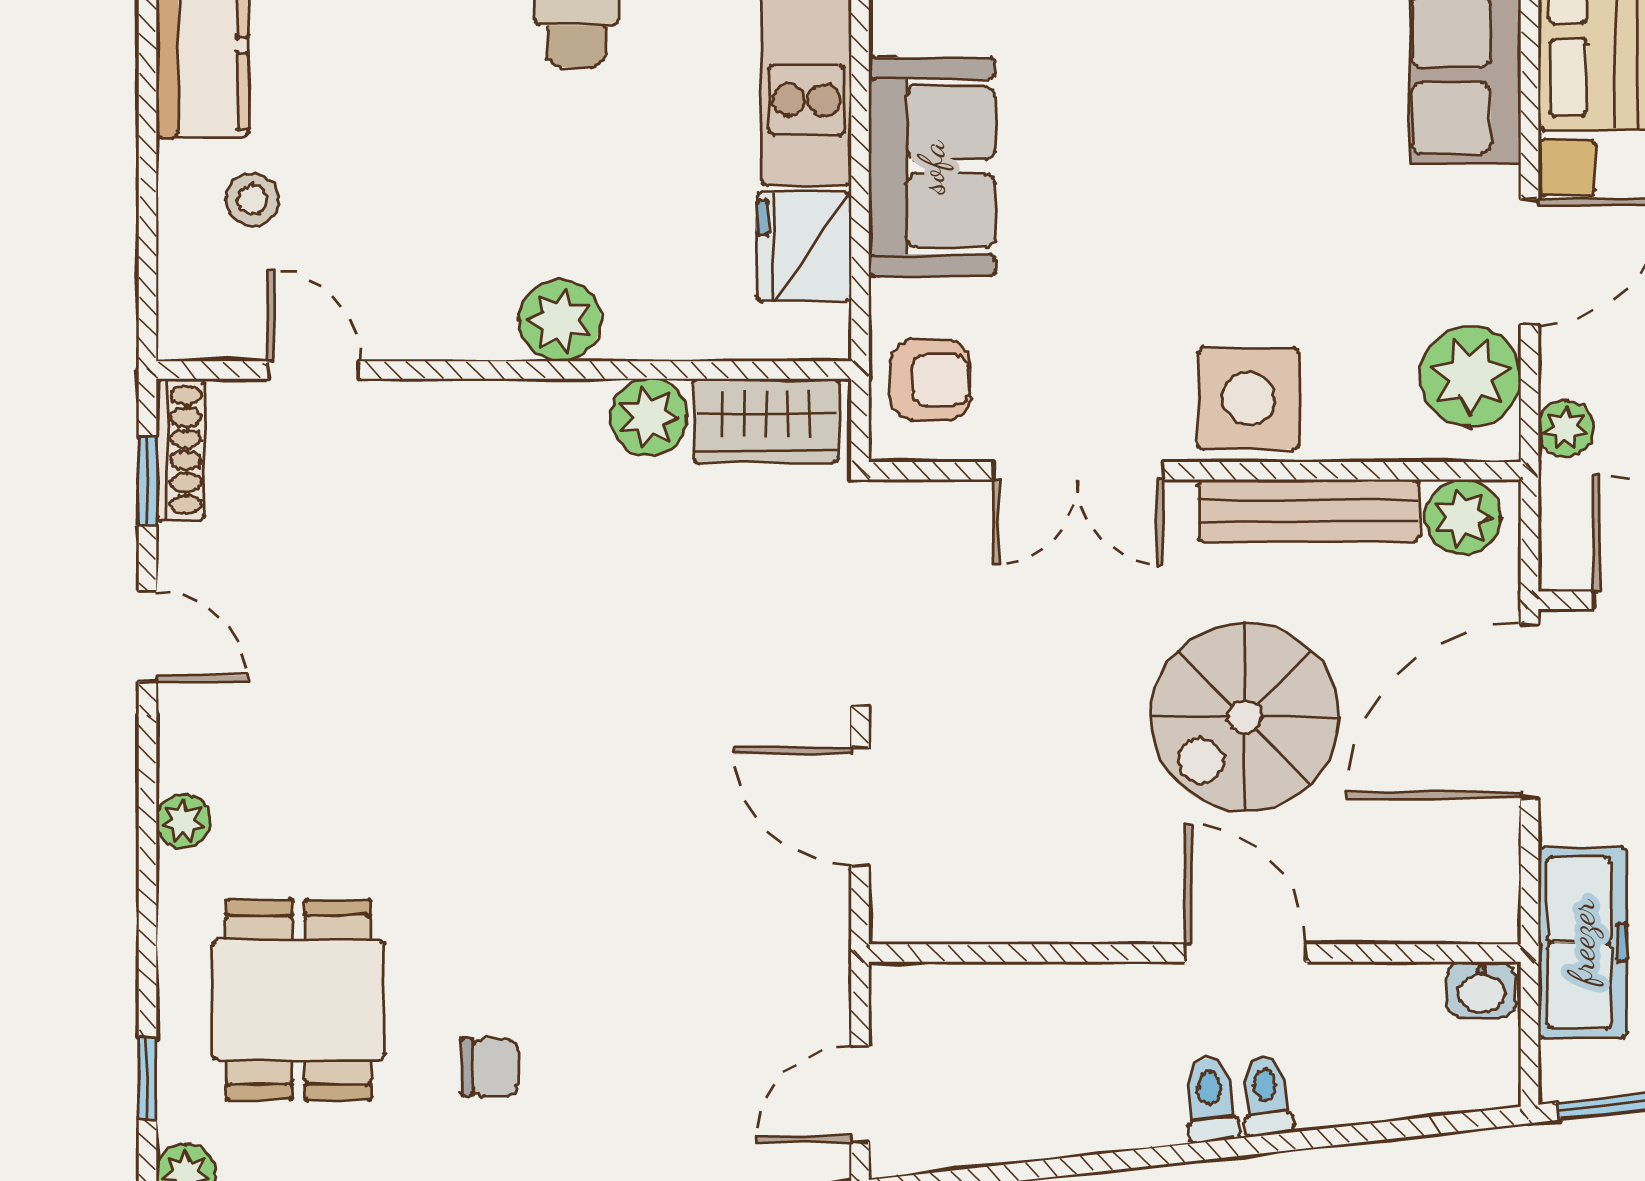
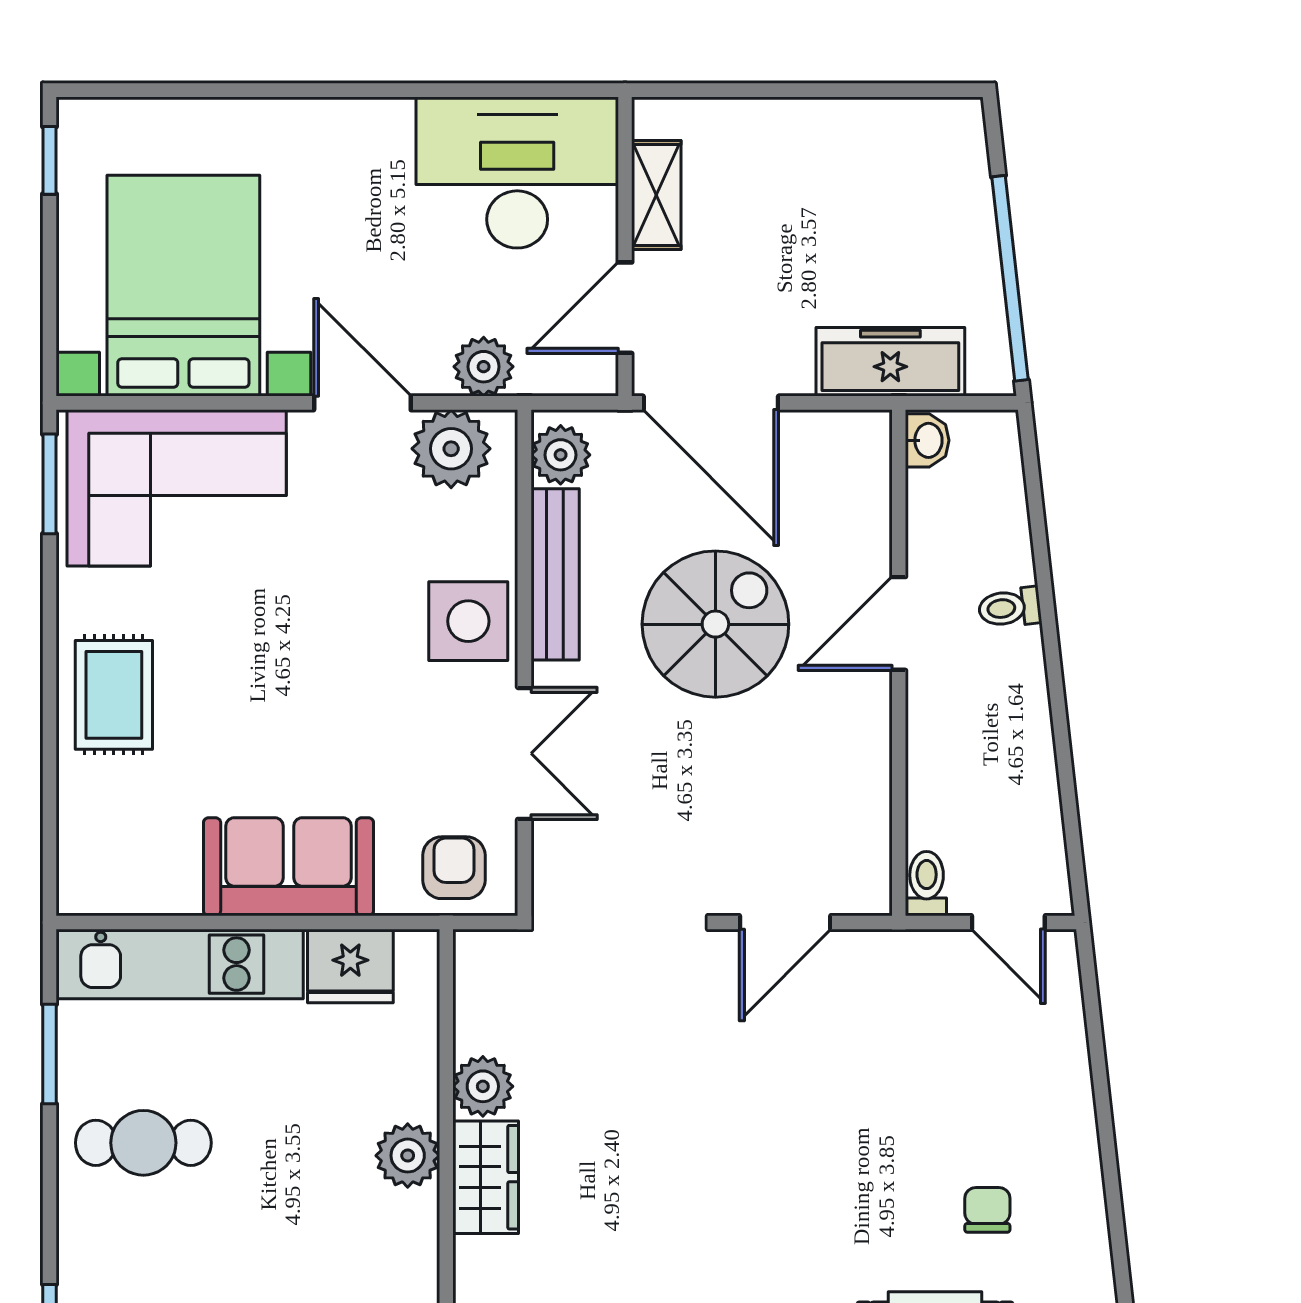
wardrobe: (766, 421) -> (486, 1177), moved
plant: (1566, 429) -> (484, 367), width x1.38, depth x1.38
spiral stairs: (1245, 717) -> (715, 624), turned -90
toilet: (1211, 1100) -> (927, 884), moved, turned 96

